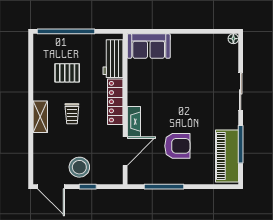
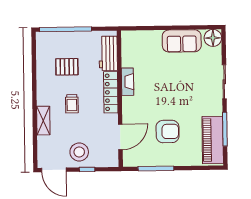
floor lamp: (233, 39) -> (213, 38), width x1.89, depth x1.89
sofa: (149, 46) -> (182, 41), moved
shelving: (40, 117) -> (43, 121), moved
fireplace: (134, 122) -> (128, 82), moved

